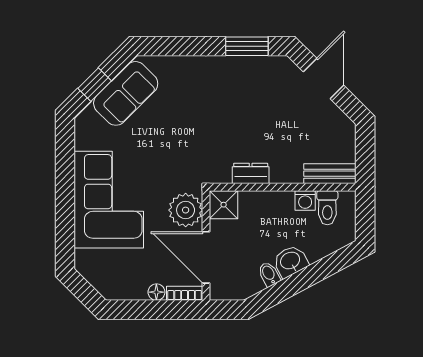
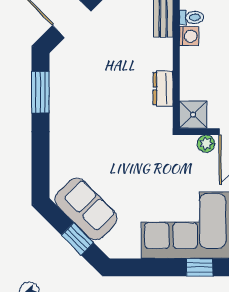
toilet: (327, 208) -> (191, 17), width x0.73, depth x0.72
plant: (186, 210) -> (206, 144), width x0.53, depth x0.53
window: (65, 211) -> (200, 267), added

